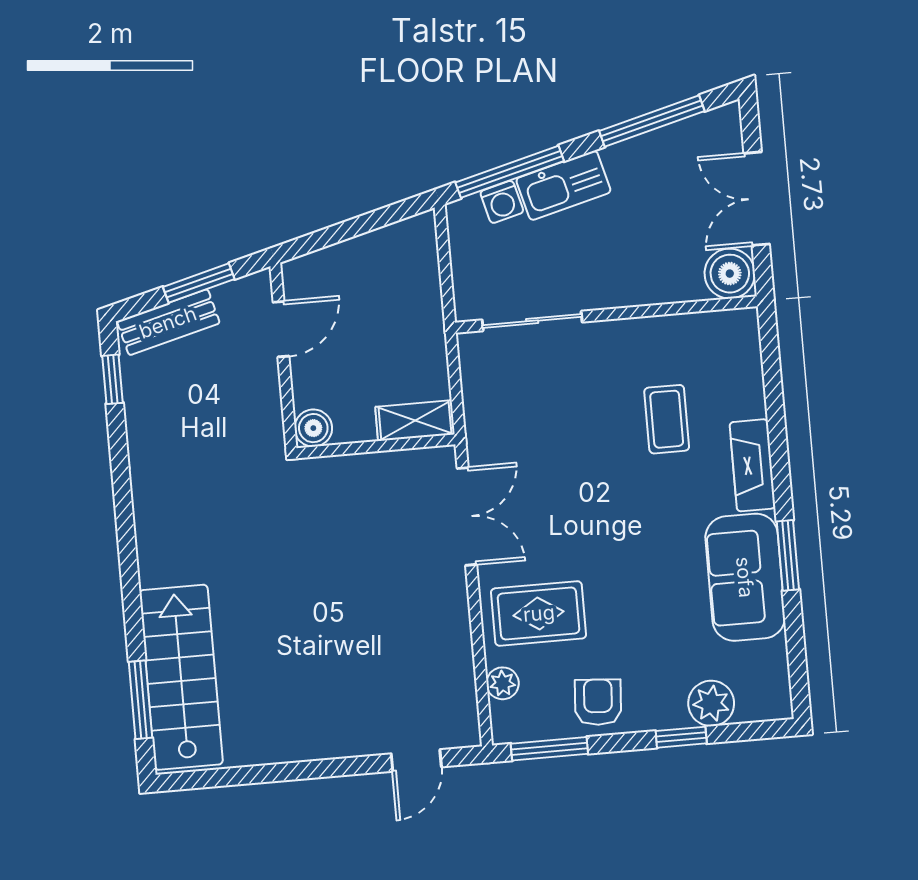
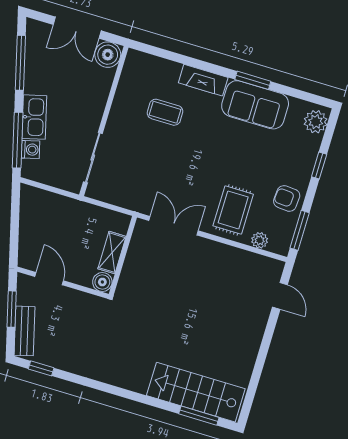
shelving: (415, 421) -> (112, 253), moved
plant: (711, 703) -> (316, 122), moved

